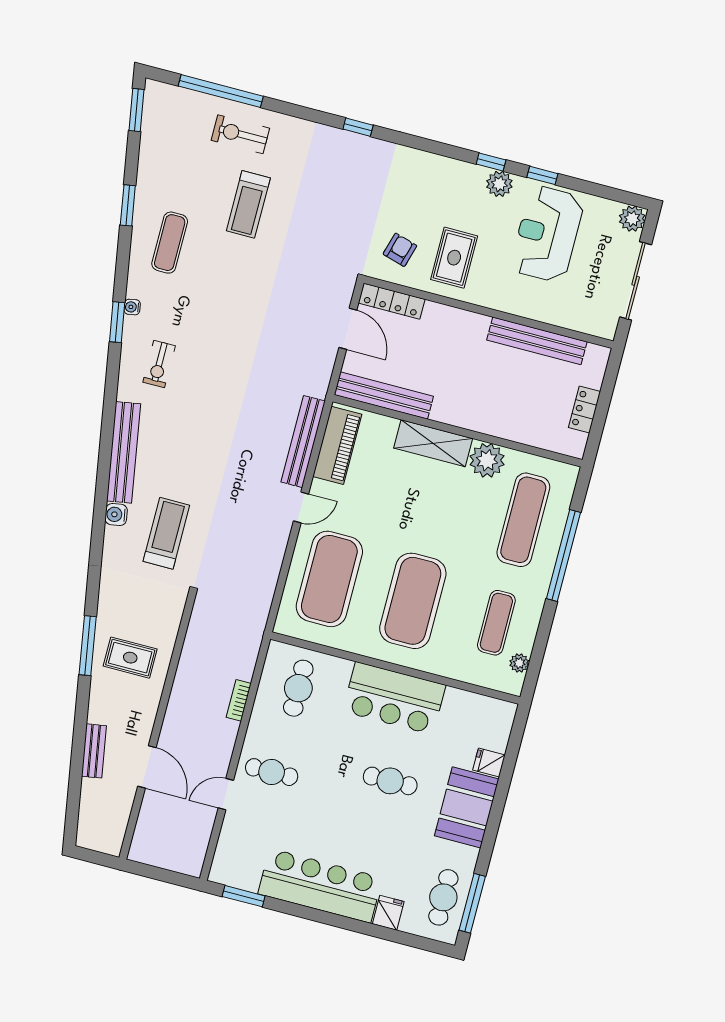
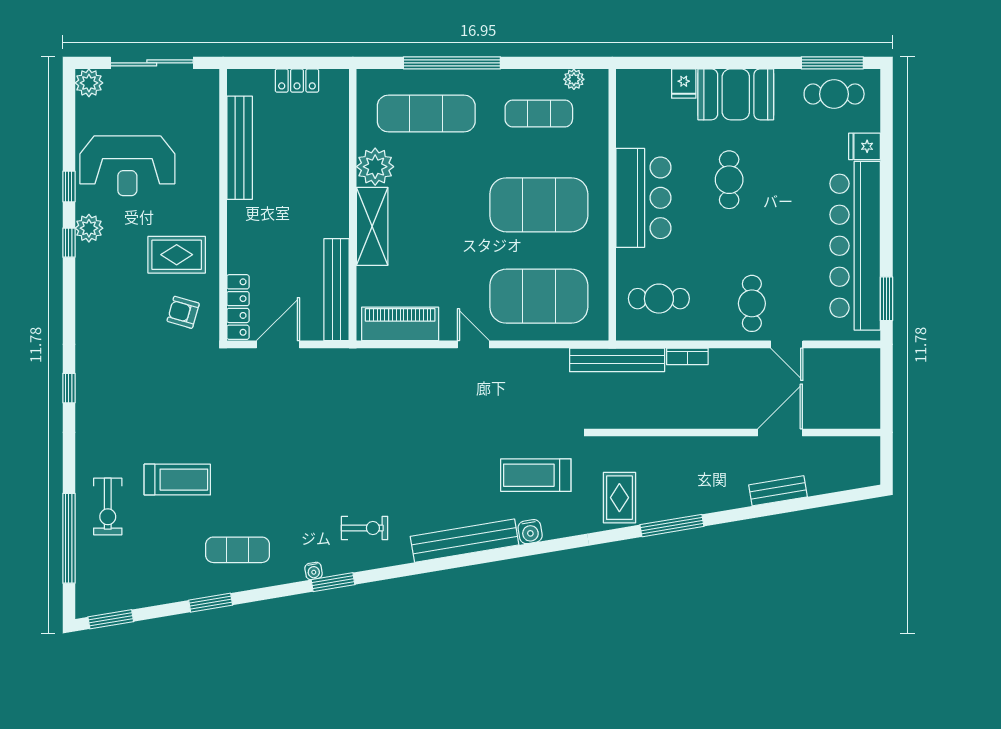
bench: (303, 442) -> (617, 360), moved
rug: (130, 658) -> (619, 498), moved
bar counter: (320, 886) -> (855, 246), width x1.36

